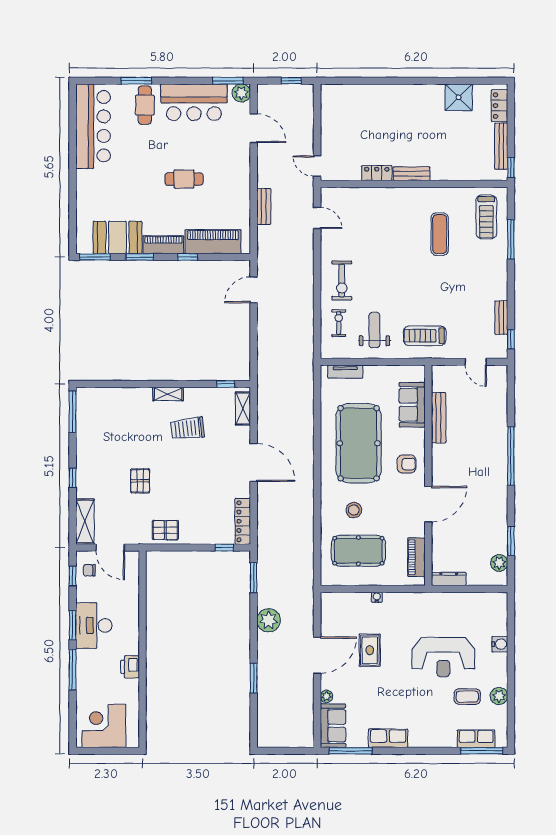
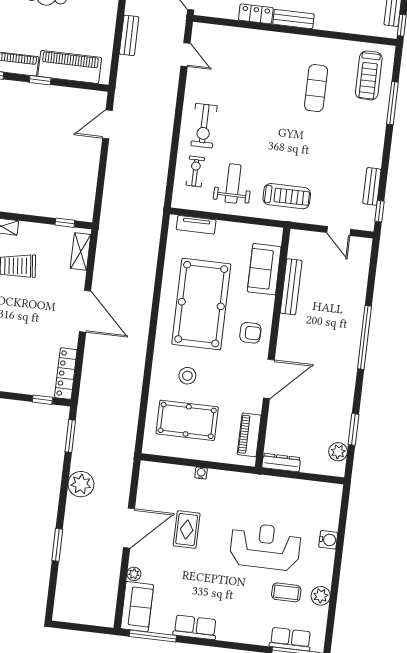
treadmill: (425, 336) -> (287, 196), turned 180
reception desk: (443, 657) -> (265, 546), turned 180

